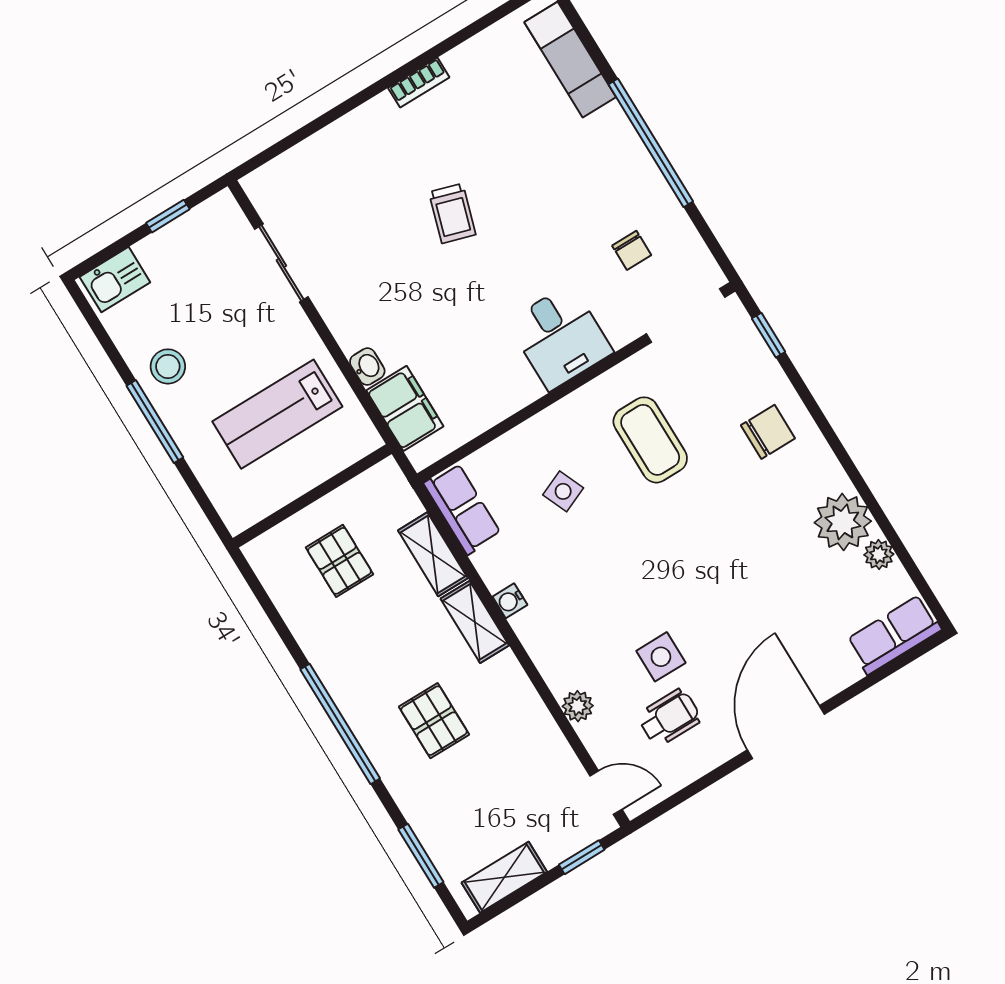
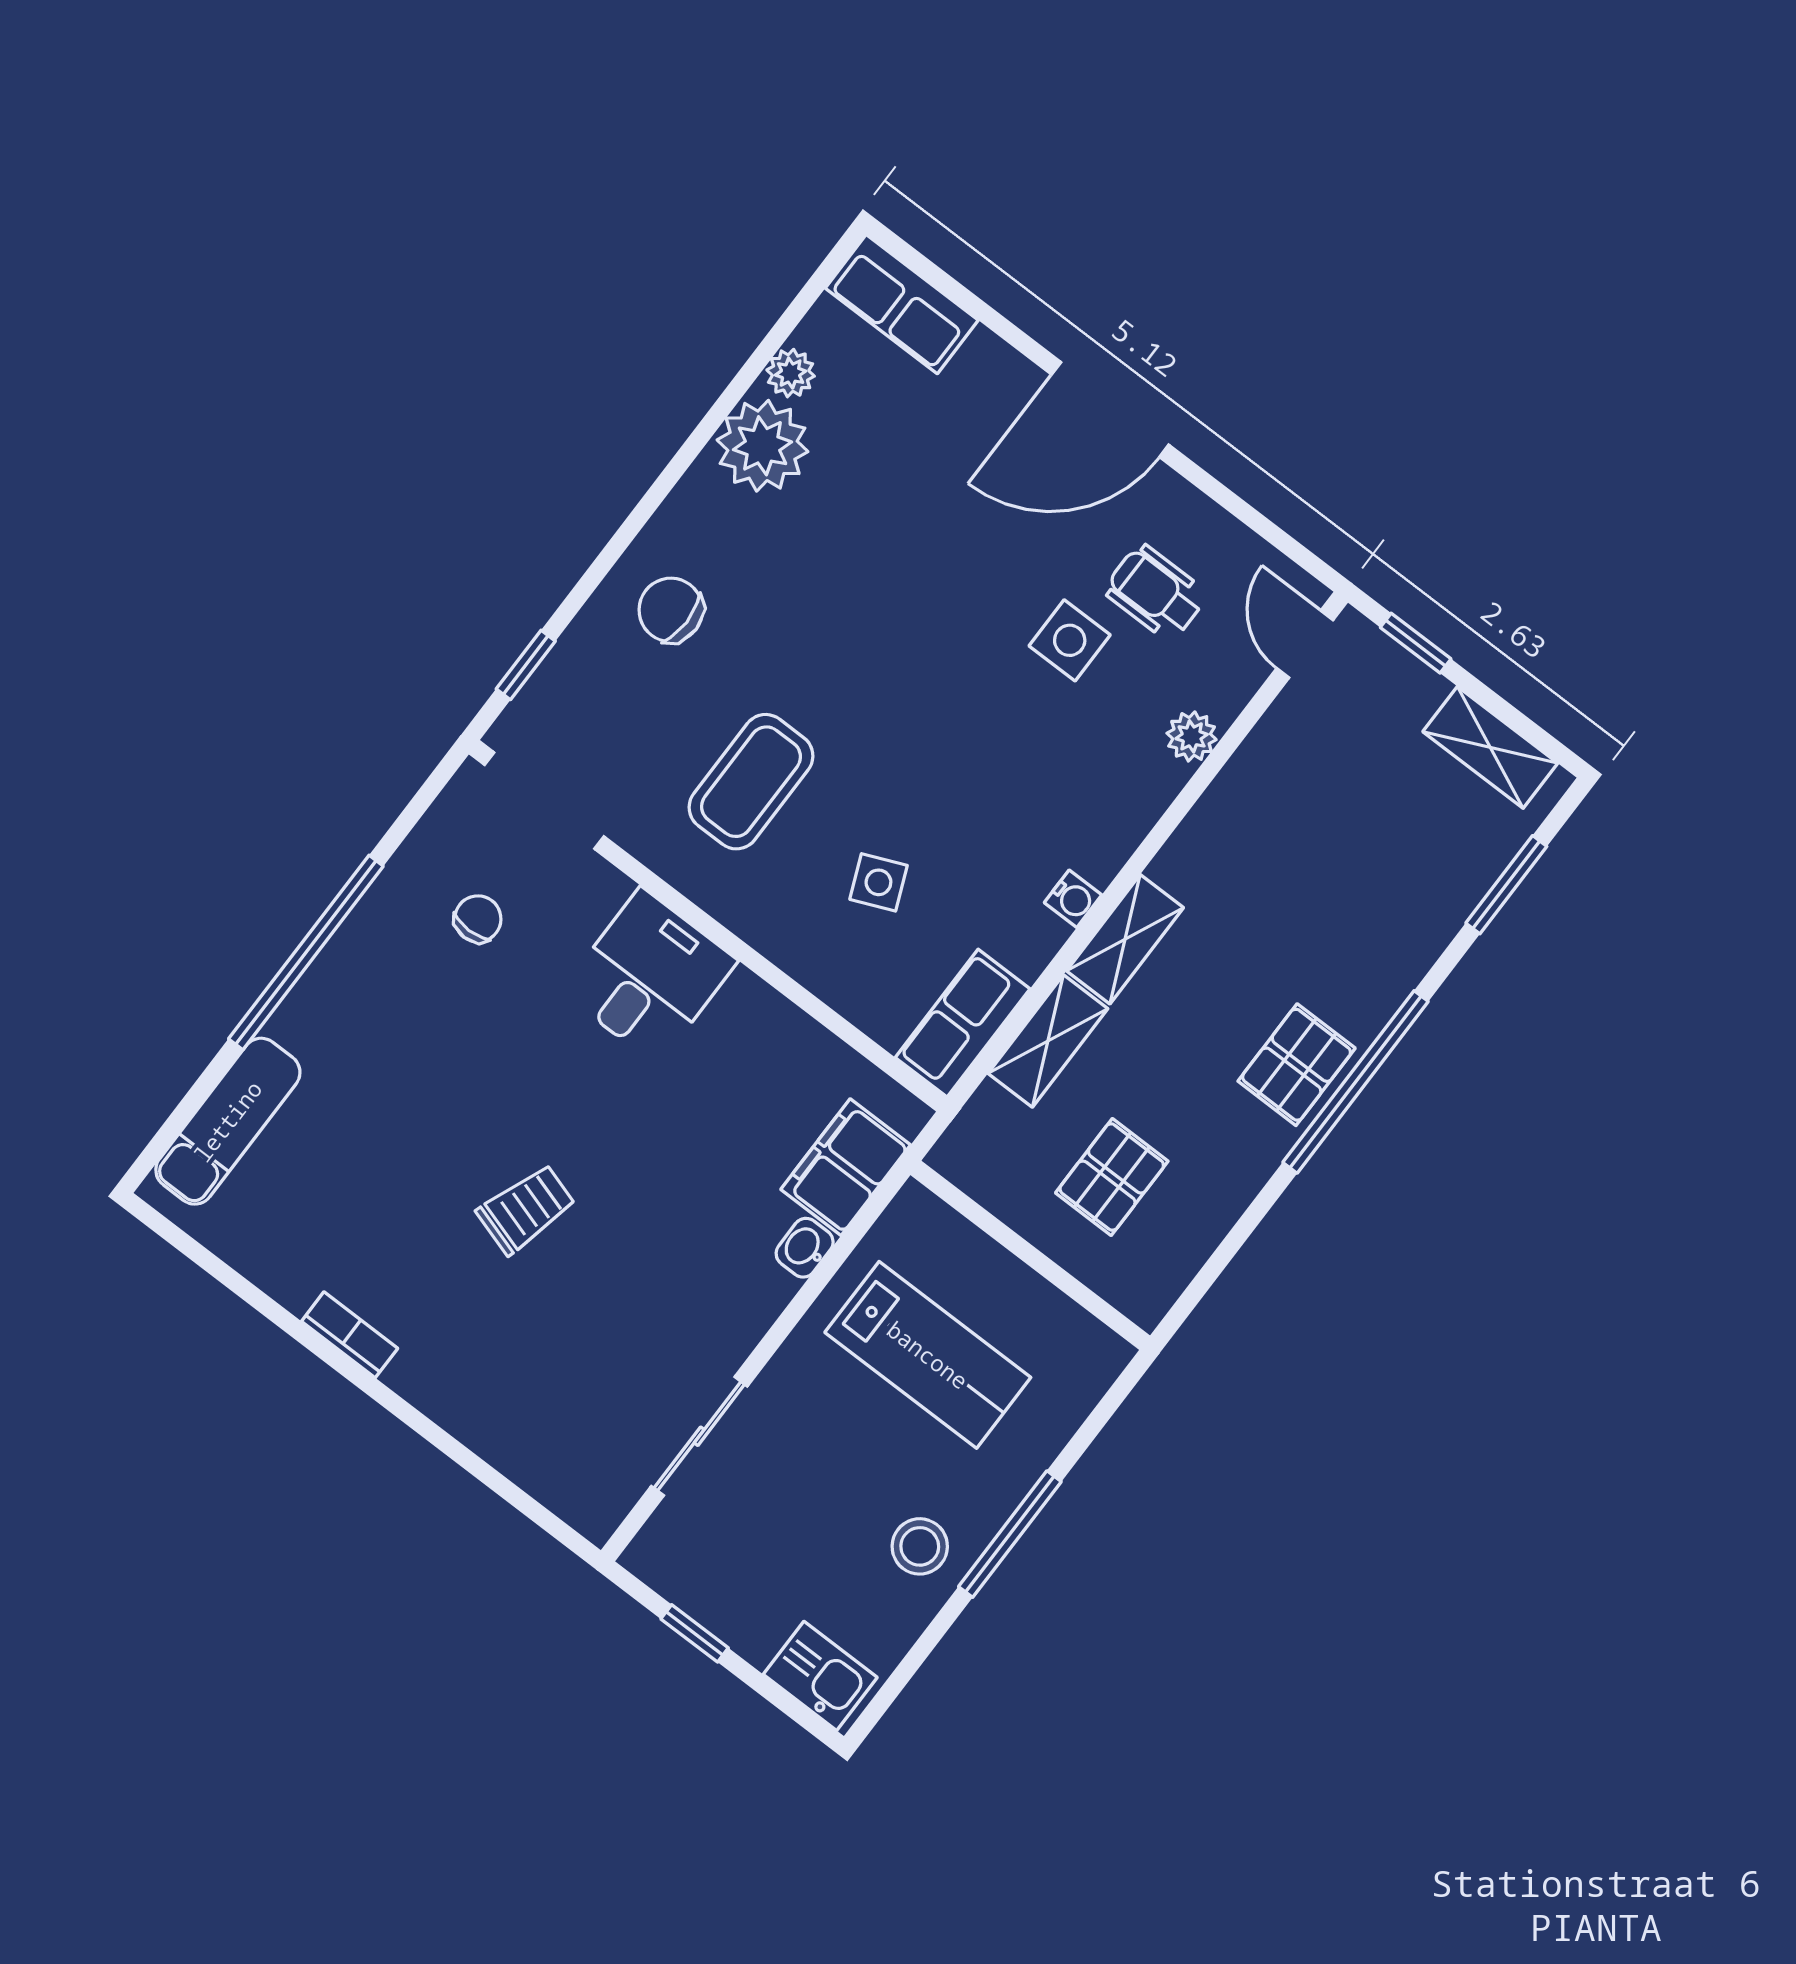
pallet: (434, 721) -> (1297, 1065), moved

